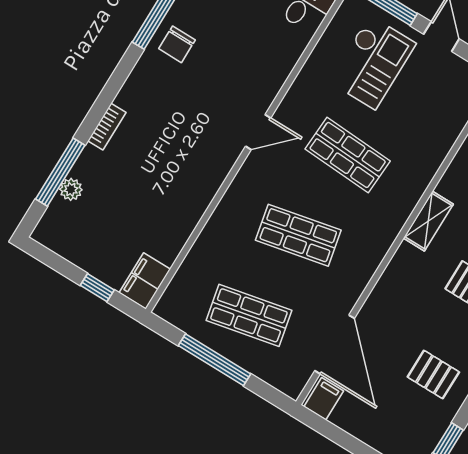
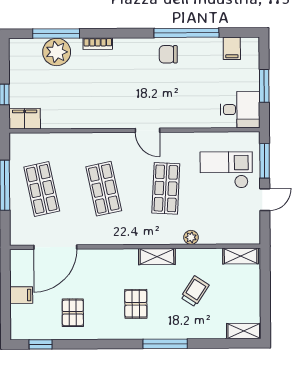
checkout: (372, 62) -> (226, 170), turned 180
plant: (431, 162) -> (191, 237), added
plant: (71, 189) -> (57, 52), width x1.87, depth x1.87
filing cabinet: (324, 399) -> (21, 295), moved

